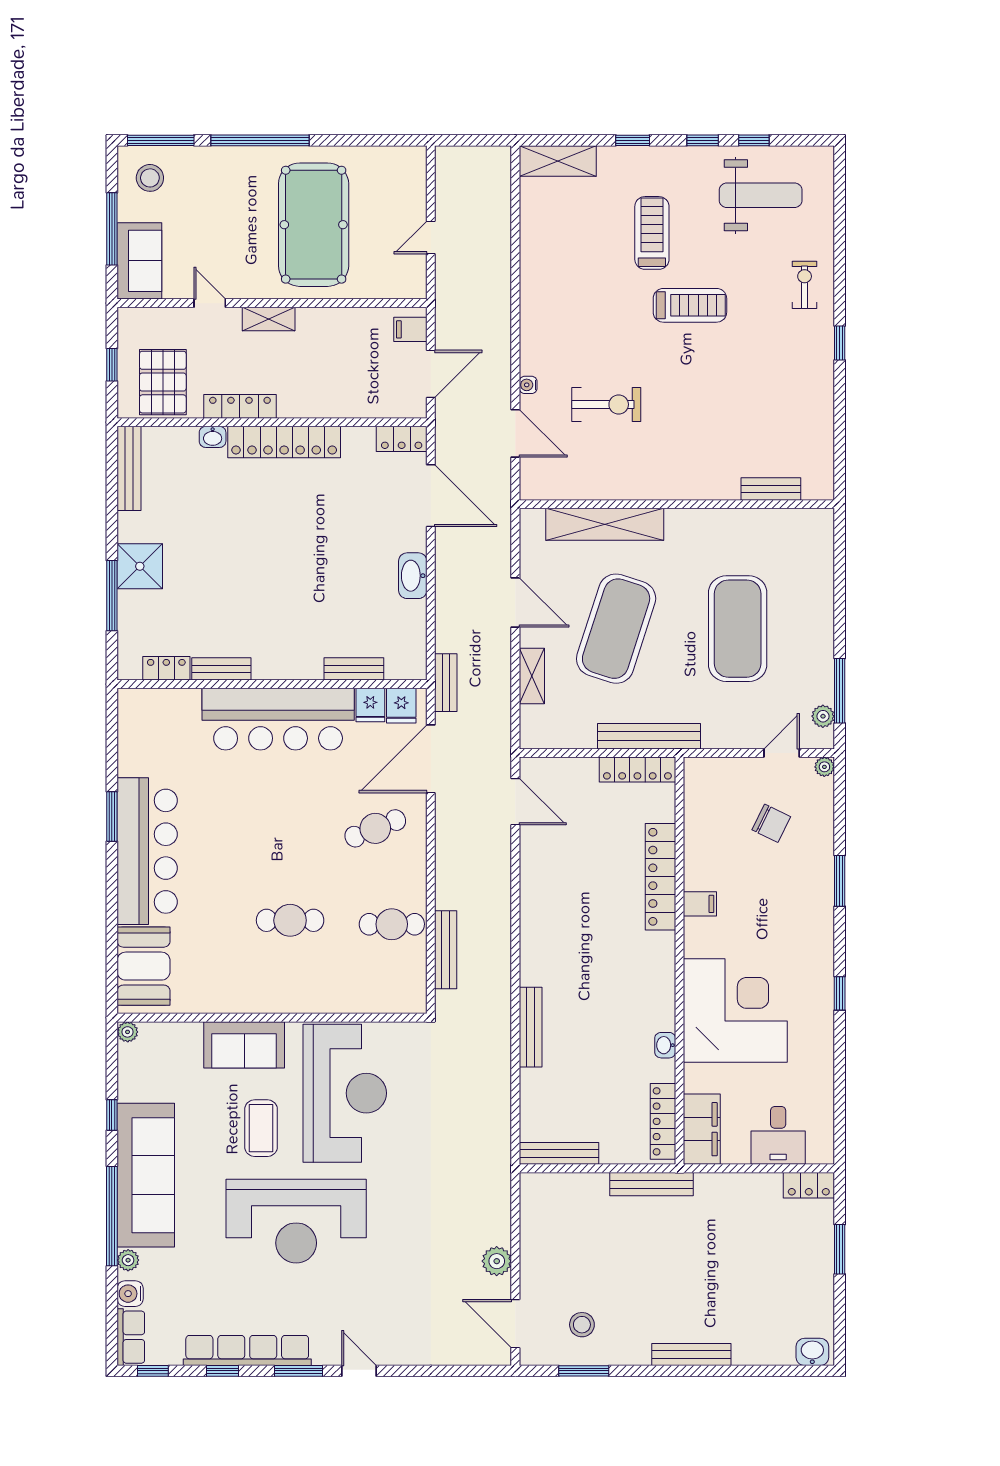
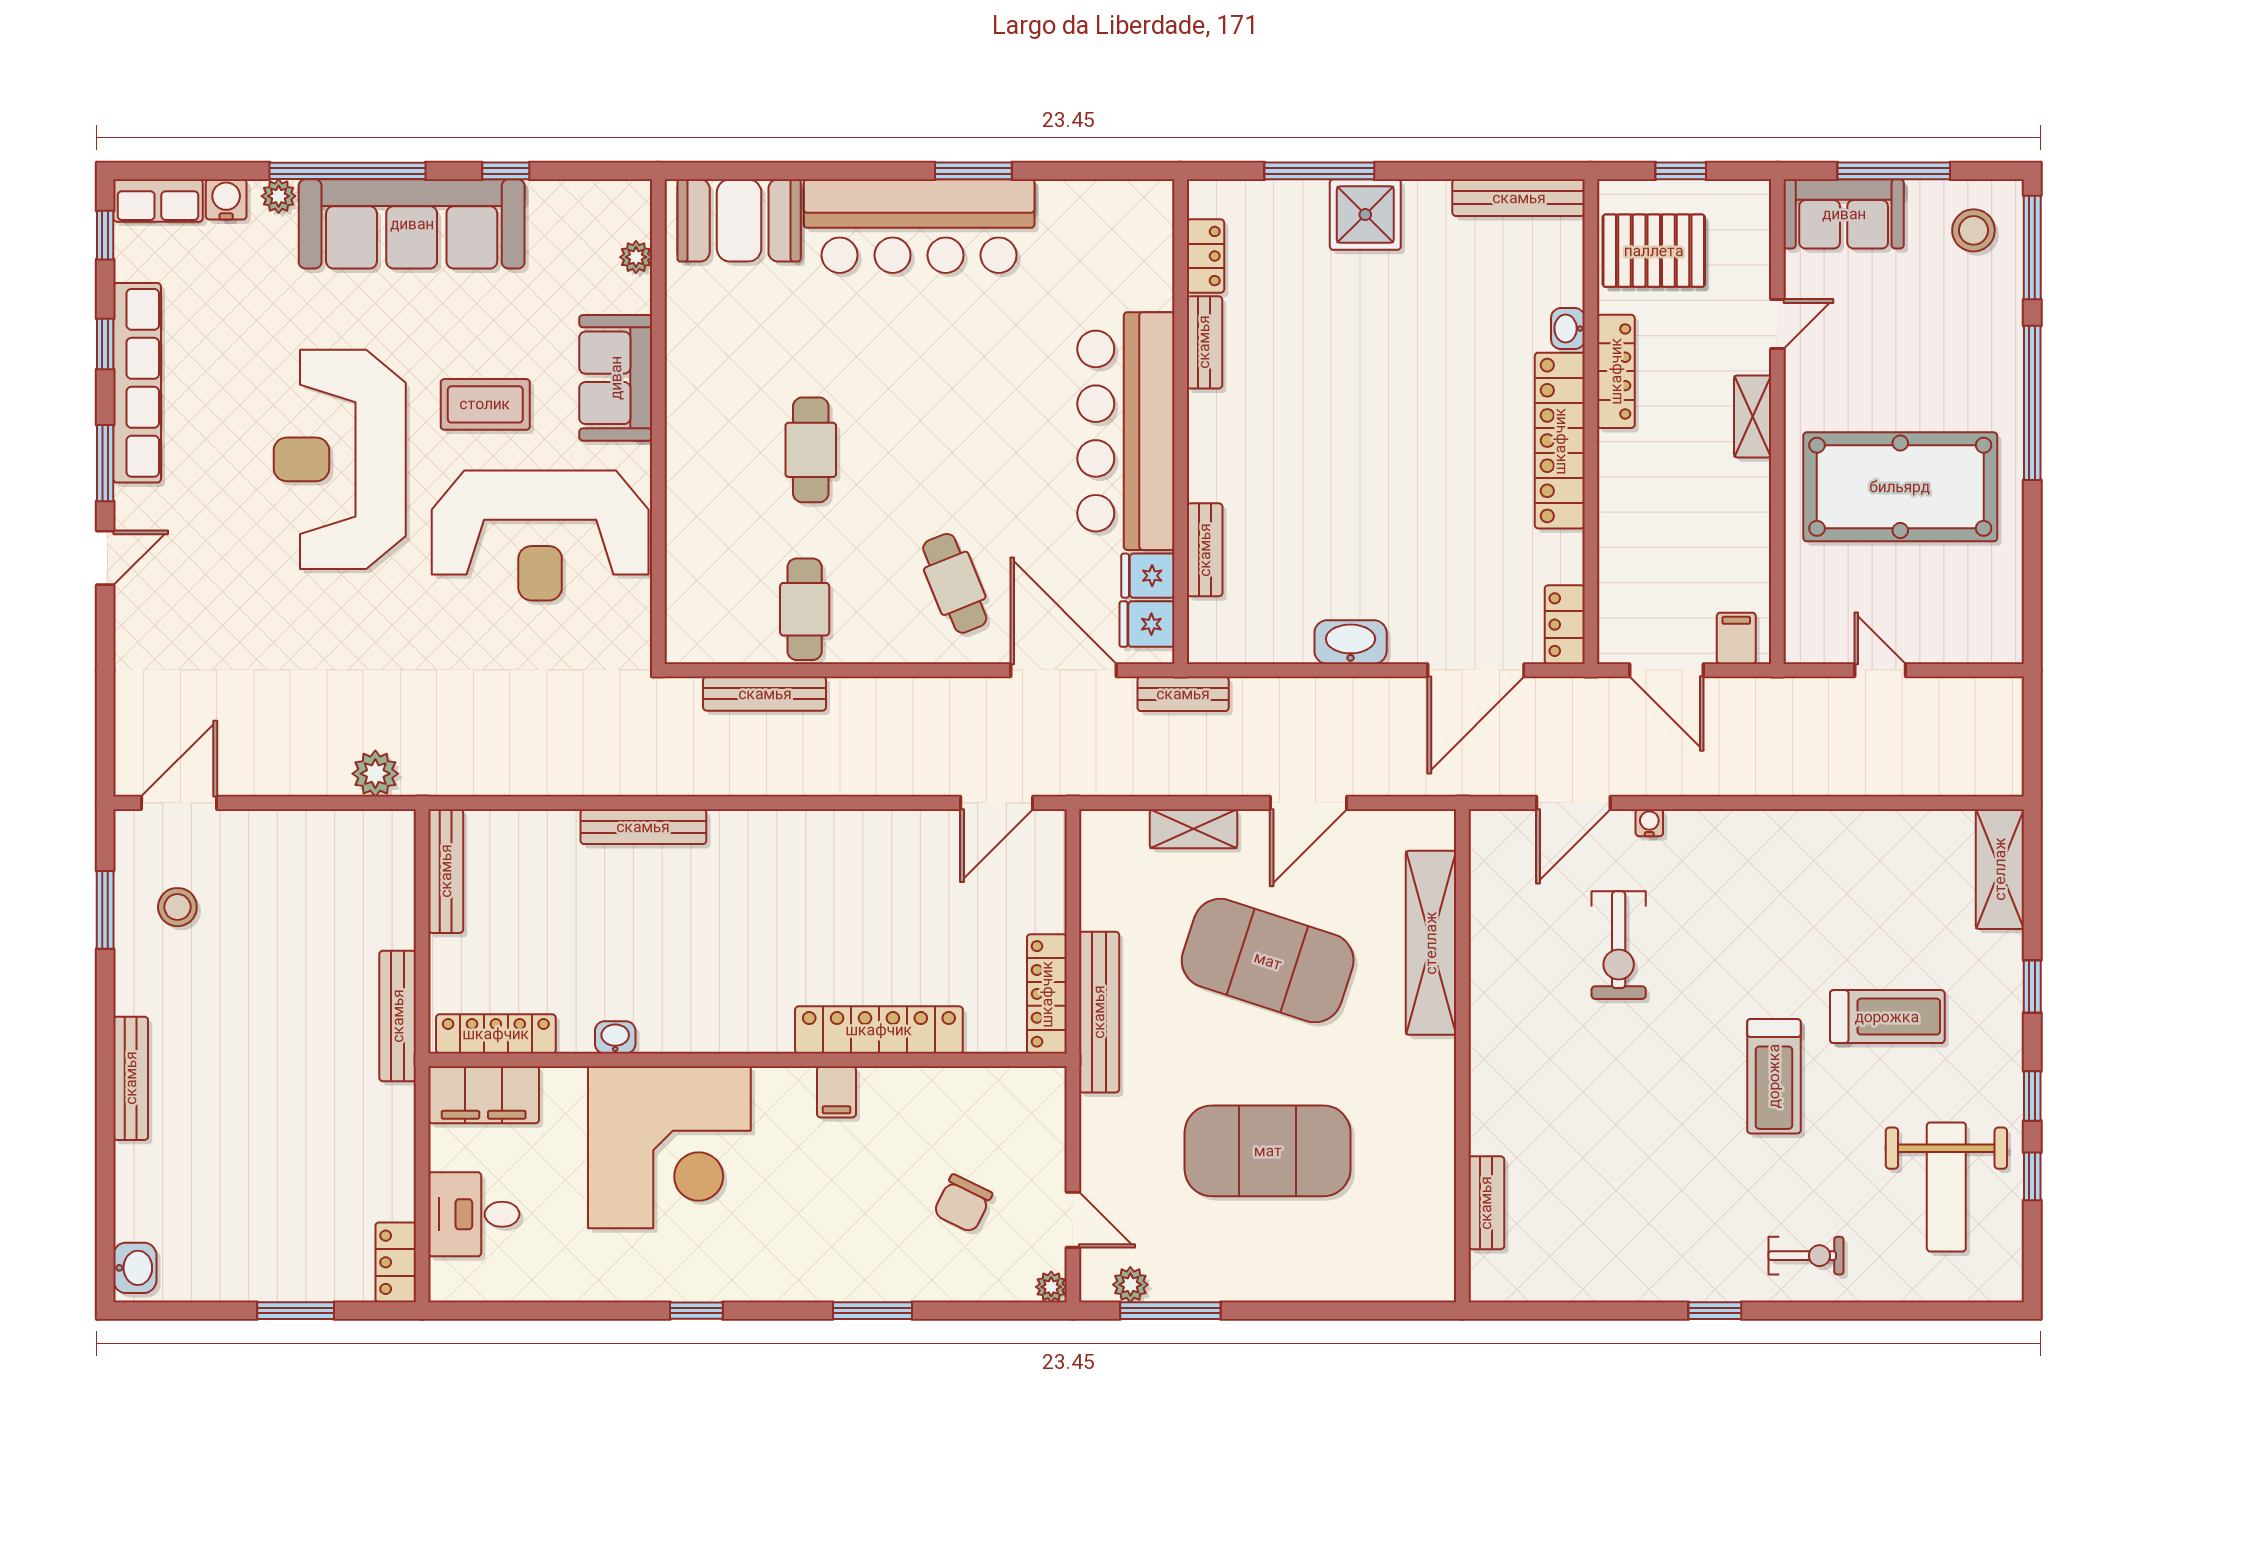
plant: (128, 1032) -> (636, 257), moved
plant: (497, 1261) -> (375, 774), moved

